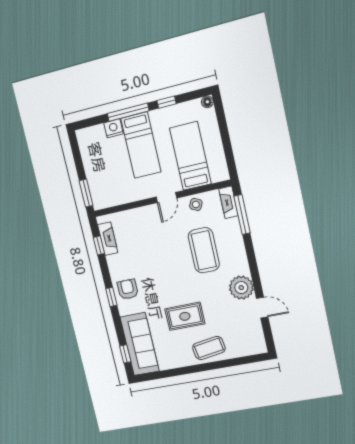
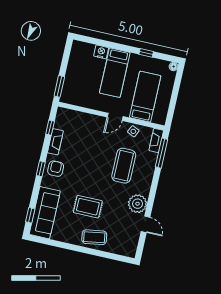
window: (128, 112) -> (117, 46), removed
fireplace: (108, 239) -> (55, 142), moved

